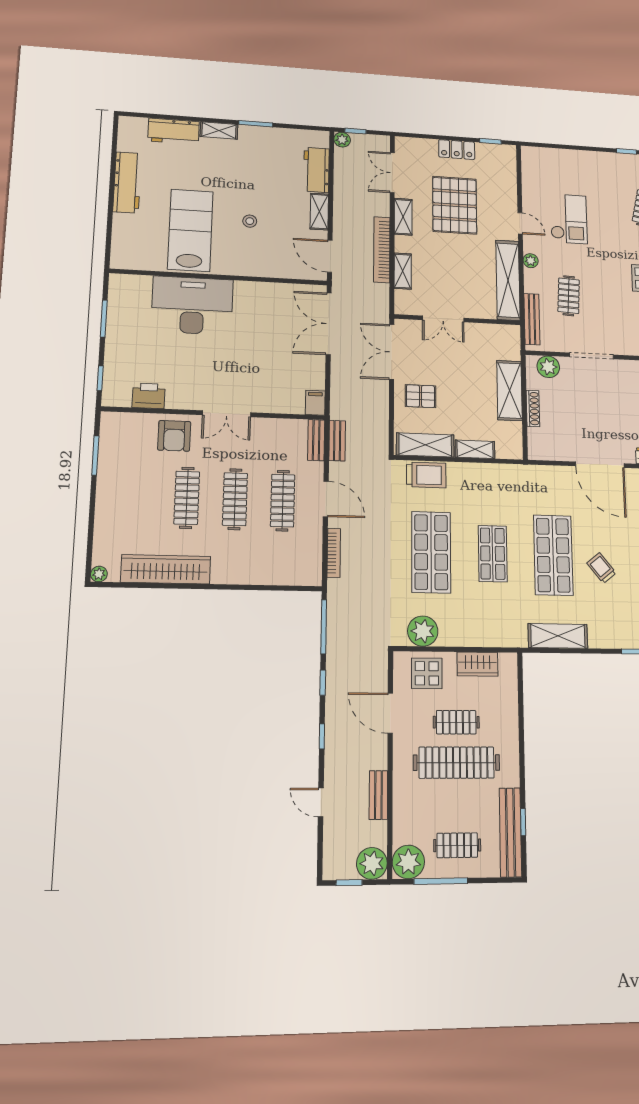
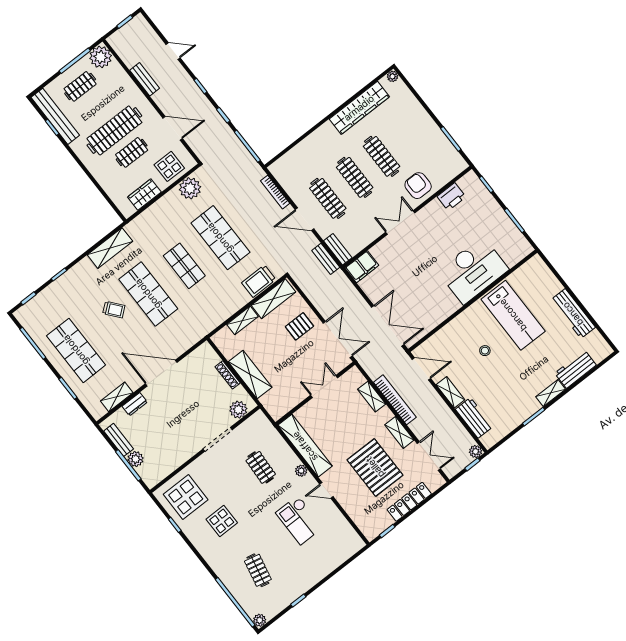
locker: (457, 150) -> (409, 502), width x1.53
bench: (532, 319) -> (271, 432), removed
filing cabinet: (315, 403) -> (362, 267), width x2.00
plant: (372, 863) -> (120, 41), removed

